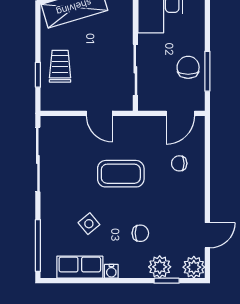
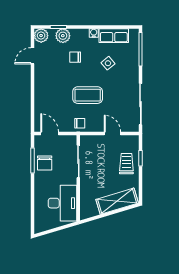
trolley: (60, 66) -> (126, 164), turned 180
door: (99, 113) -> (112, 134), moved
door: (180, 113) -> (50, 134), hinge flipped
chair: (179, 163) -> (80, 123), moved

